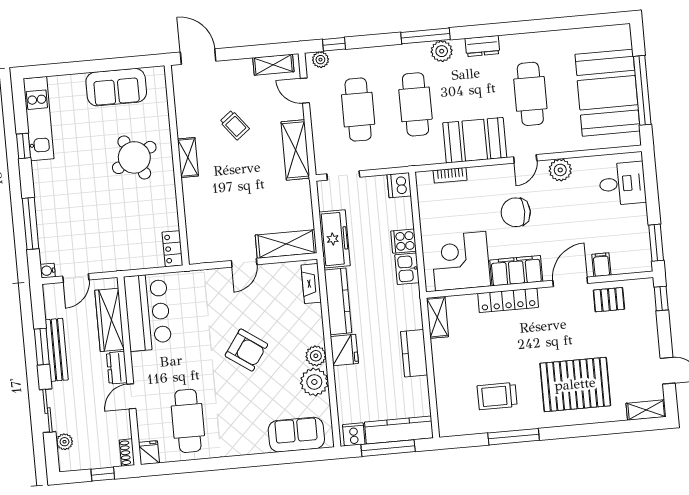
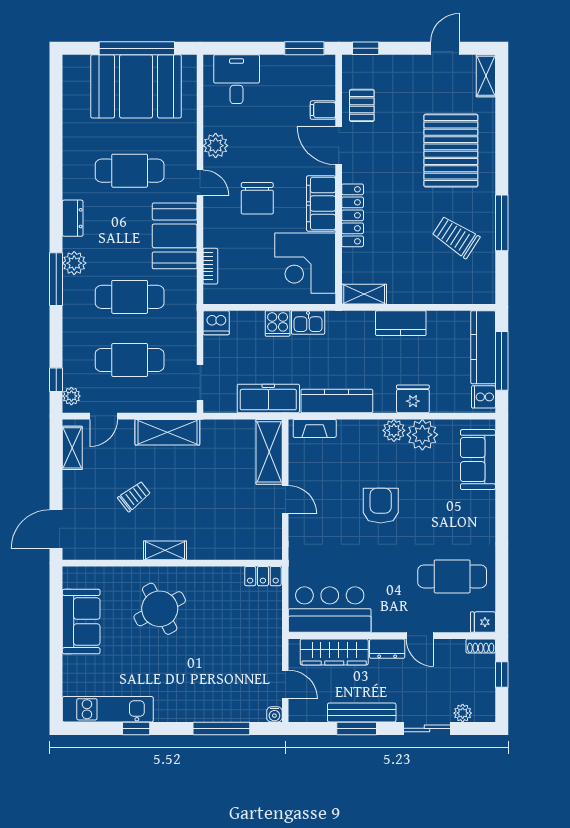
armchair: (246, 350) -> (381, 506), turned -35
fridge: (344, 350) -> (413, 399), moved
trolley: (497, 396) -> (456, 237), turned 123

